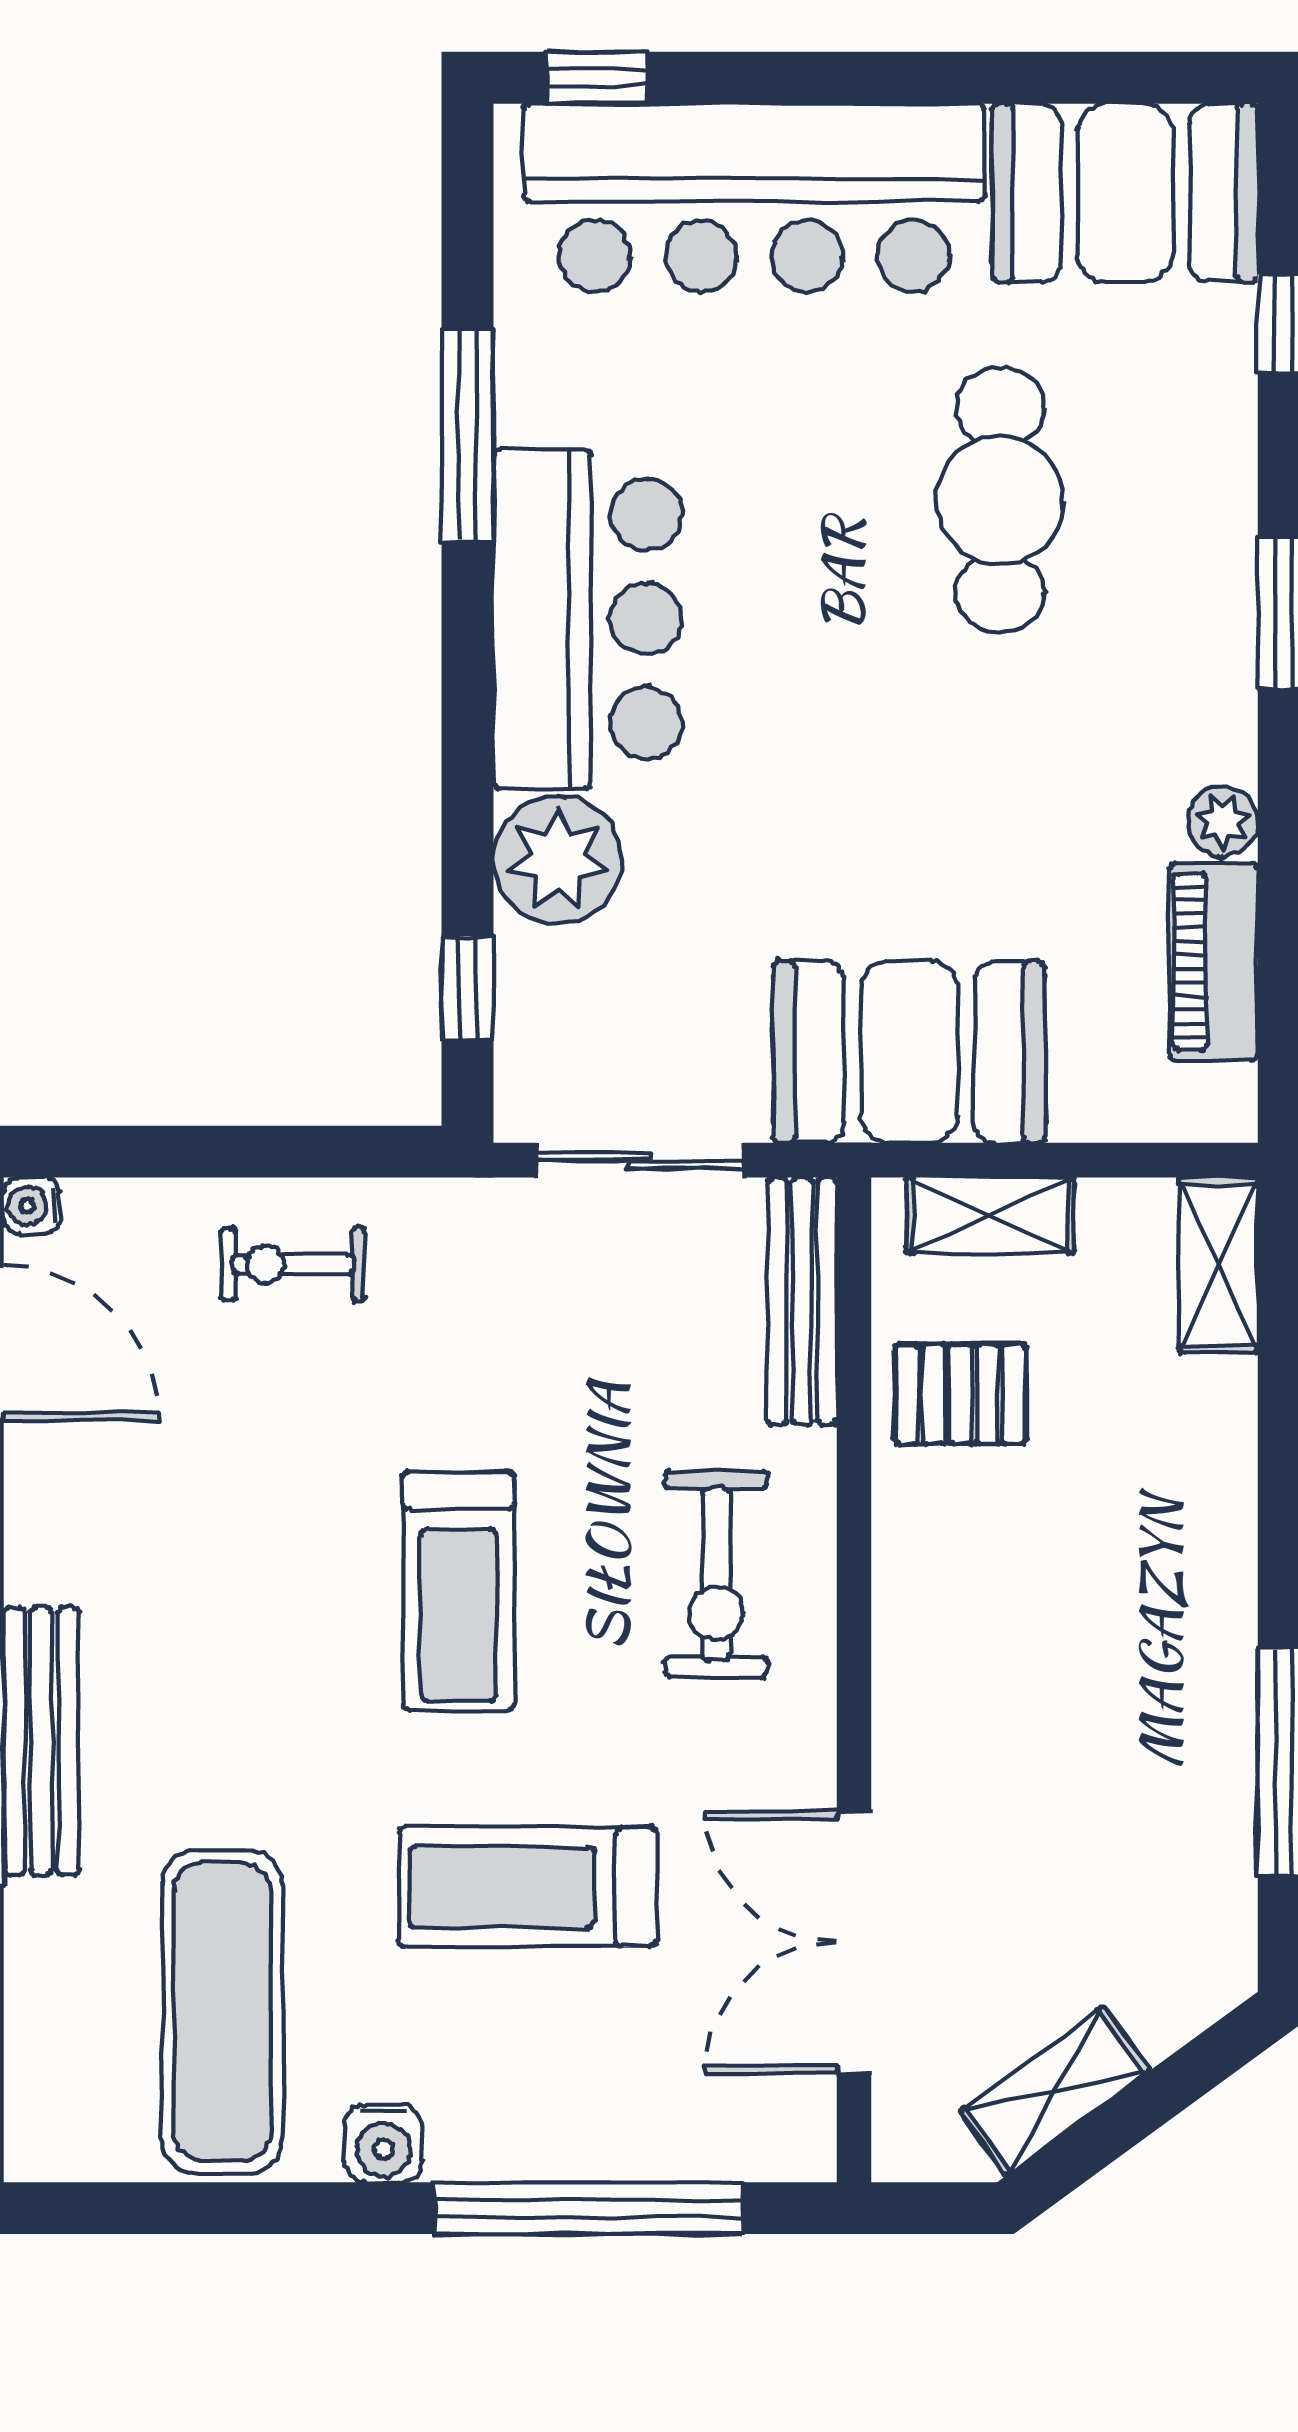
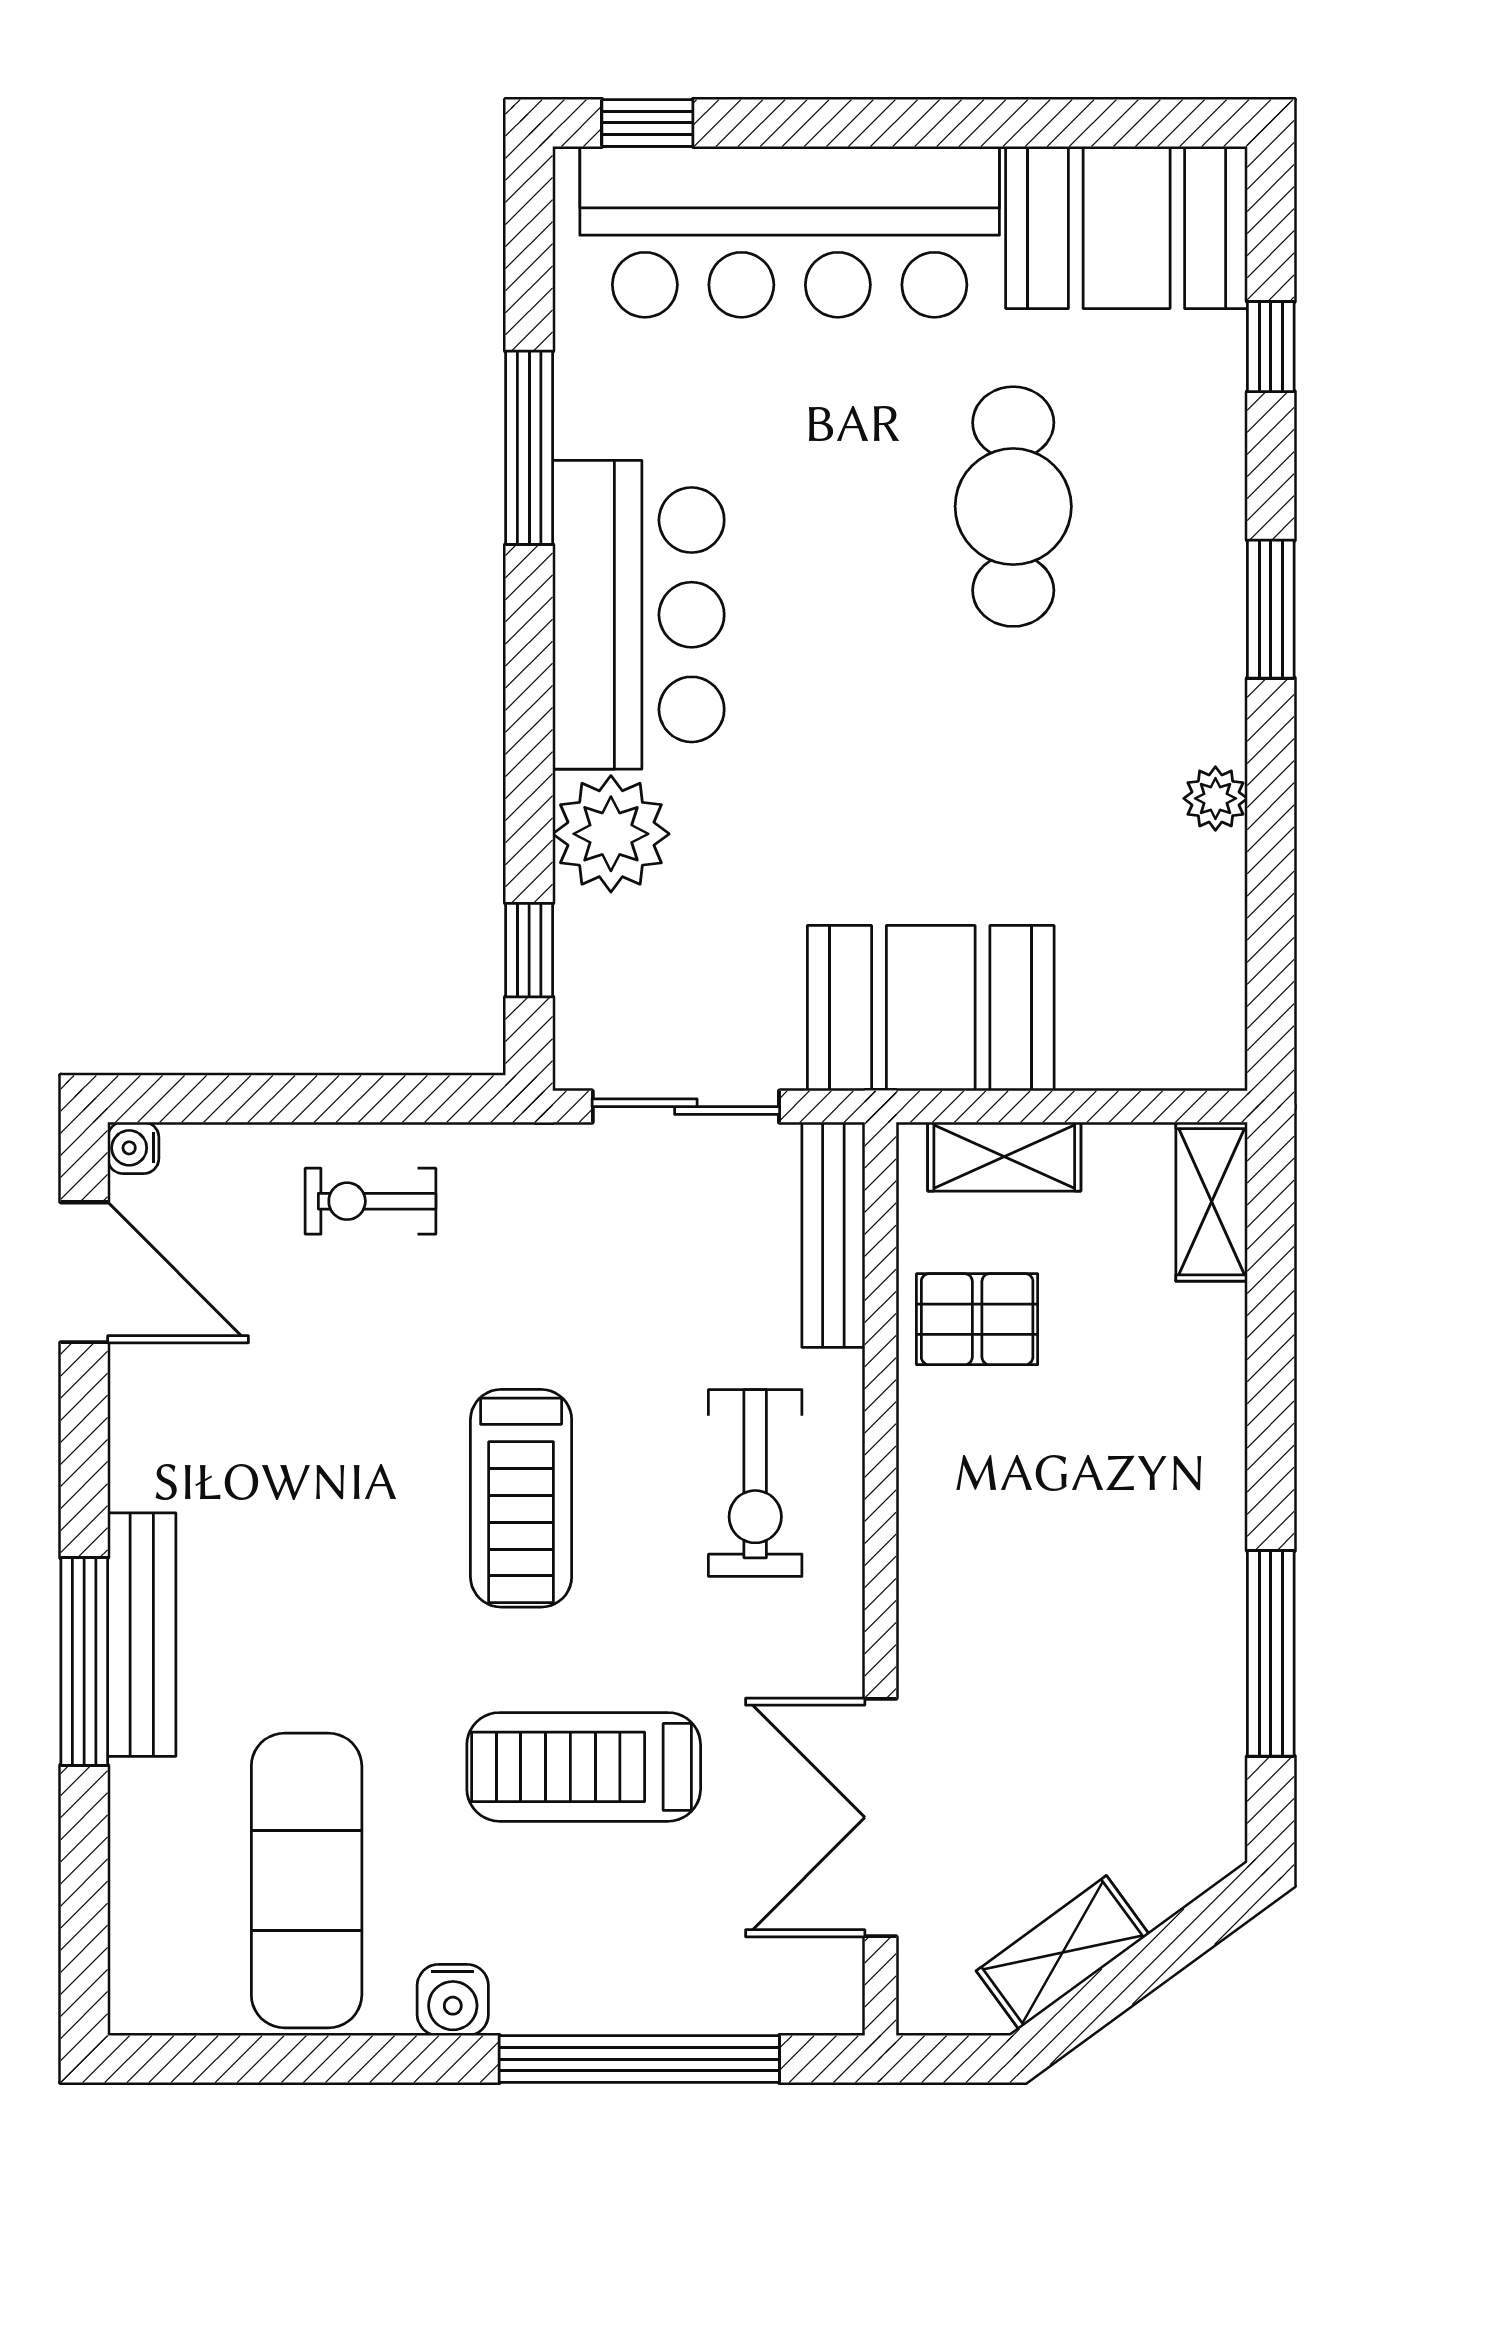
piano: (1214, 962) -> (1207, 926), removed

